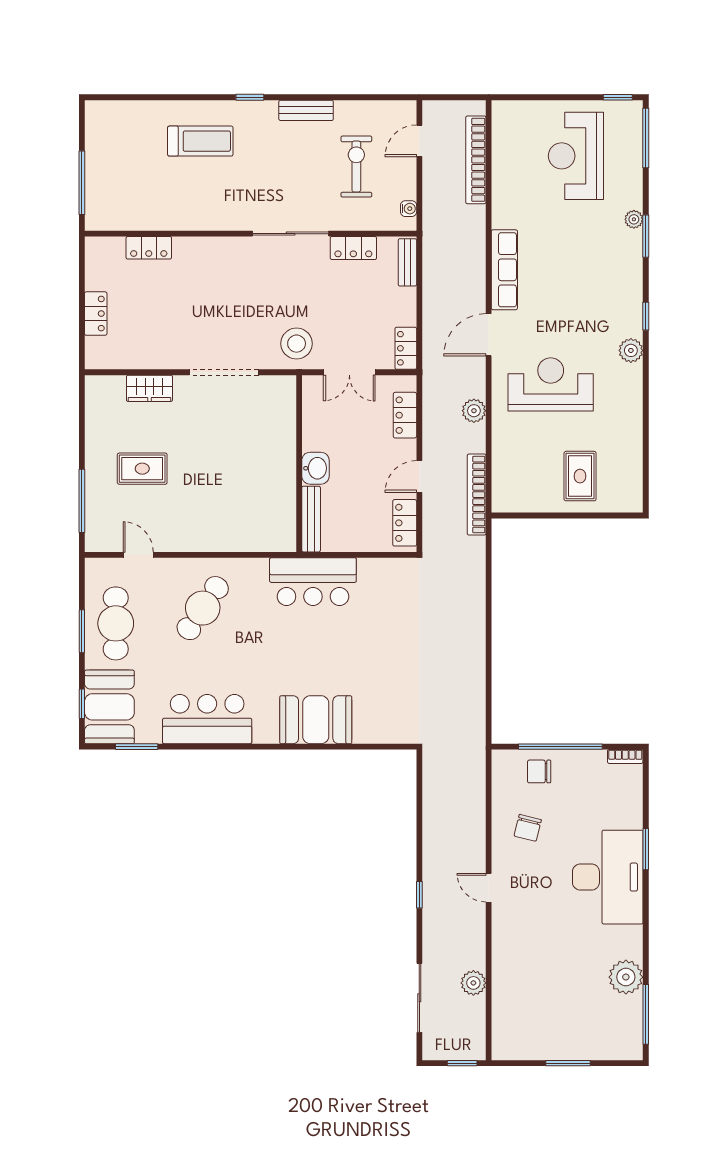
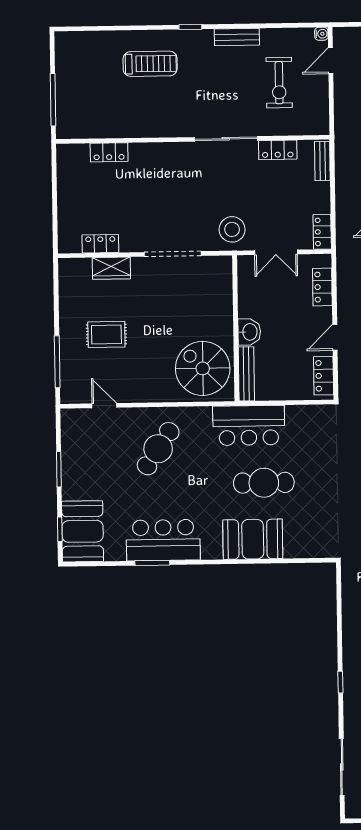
exercise bike: (356, 166) -> (279, 83), turned 180
water cooler: (409, 209) -> (321, 34), moved
locker: (96, 314) -> (100, 244), moved, turned -90
spiral stairs: (258, 512) -> (203, 368), added
cafe table: (116, 623) -> (264, 483), moved, turned 90
window: (137, 747) -> (152, 563), moved

